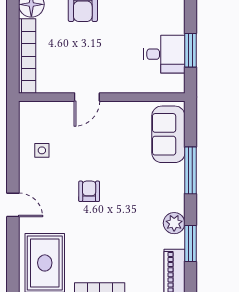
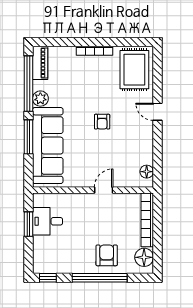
floor lamp: (28, 122) -> (147, 172), added
sofa: (168, 134) -> (48, 146), width x1.85, depth x1.27
side table: (42, 150) -> (136, 151), removed
window: (190, 244) -> (29, 84), width x2.11

